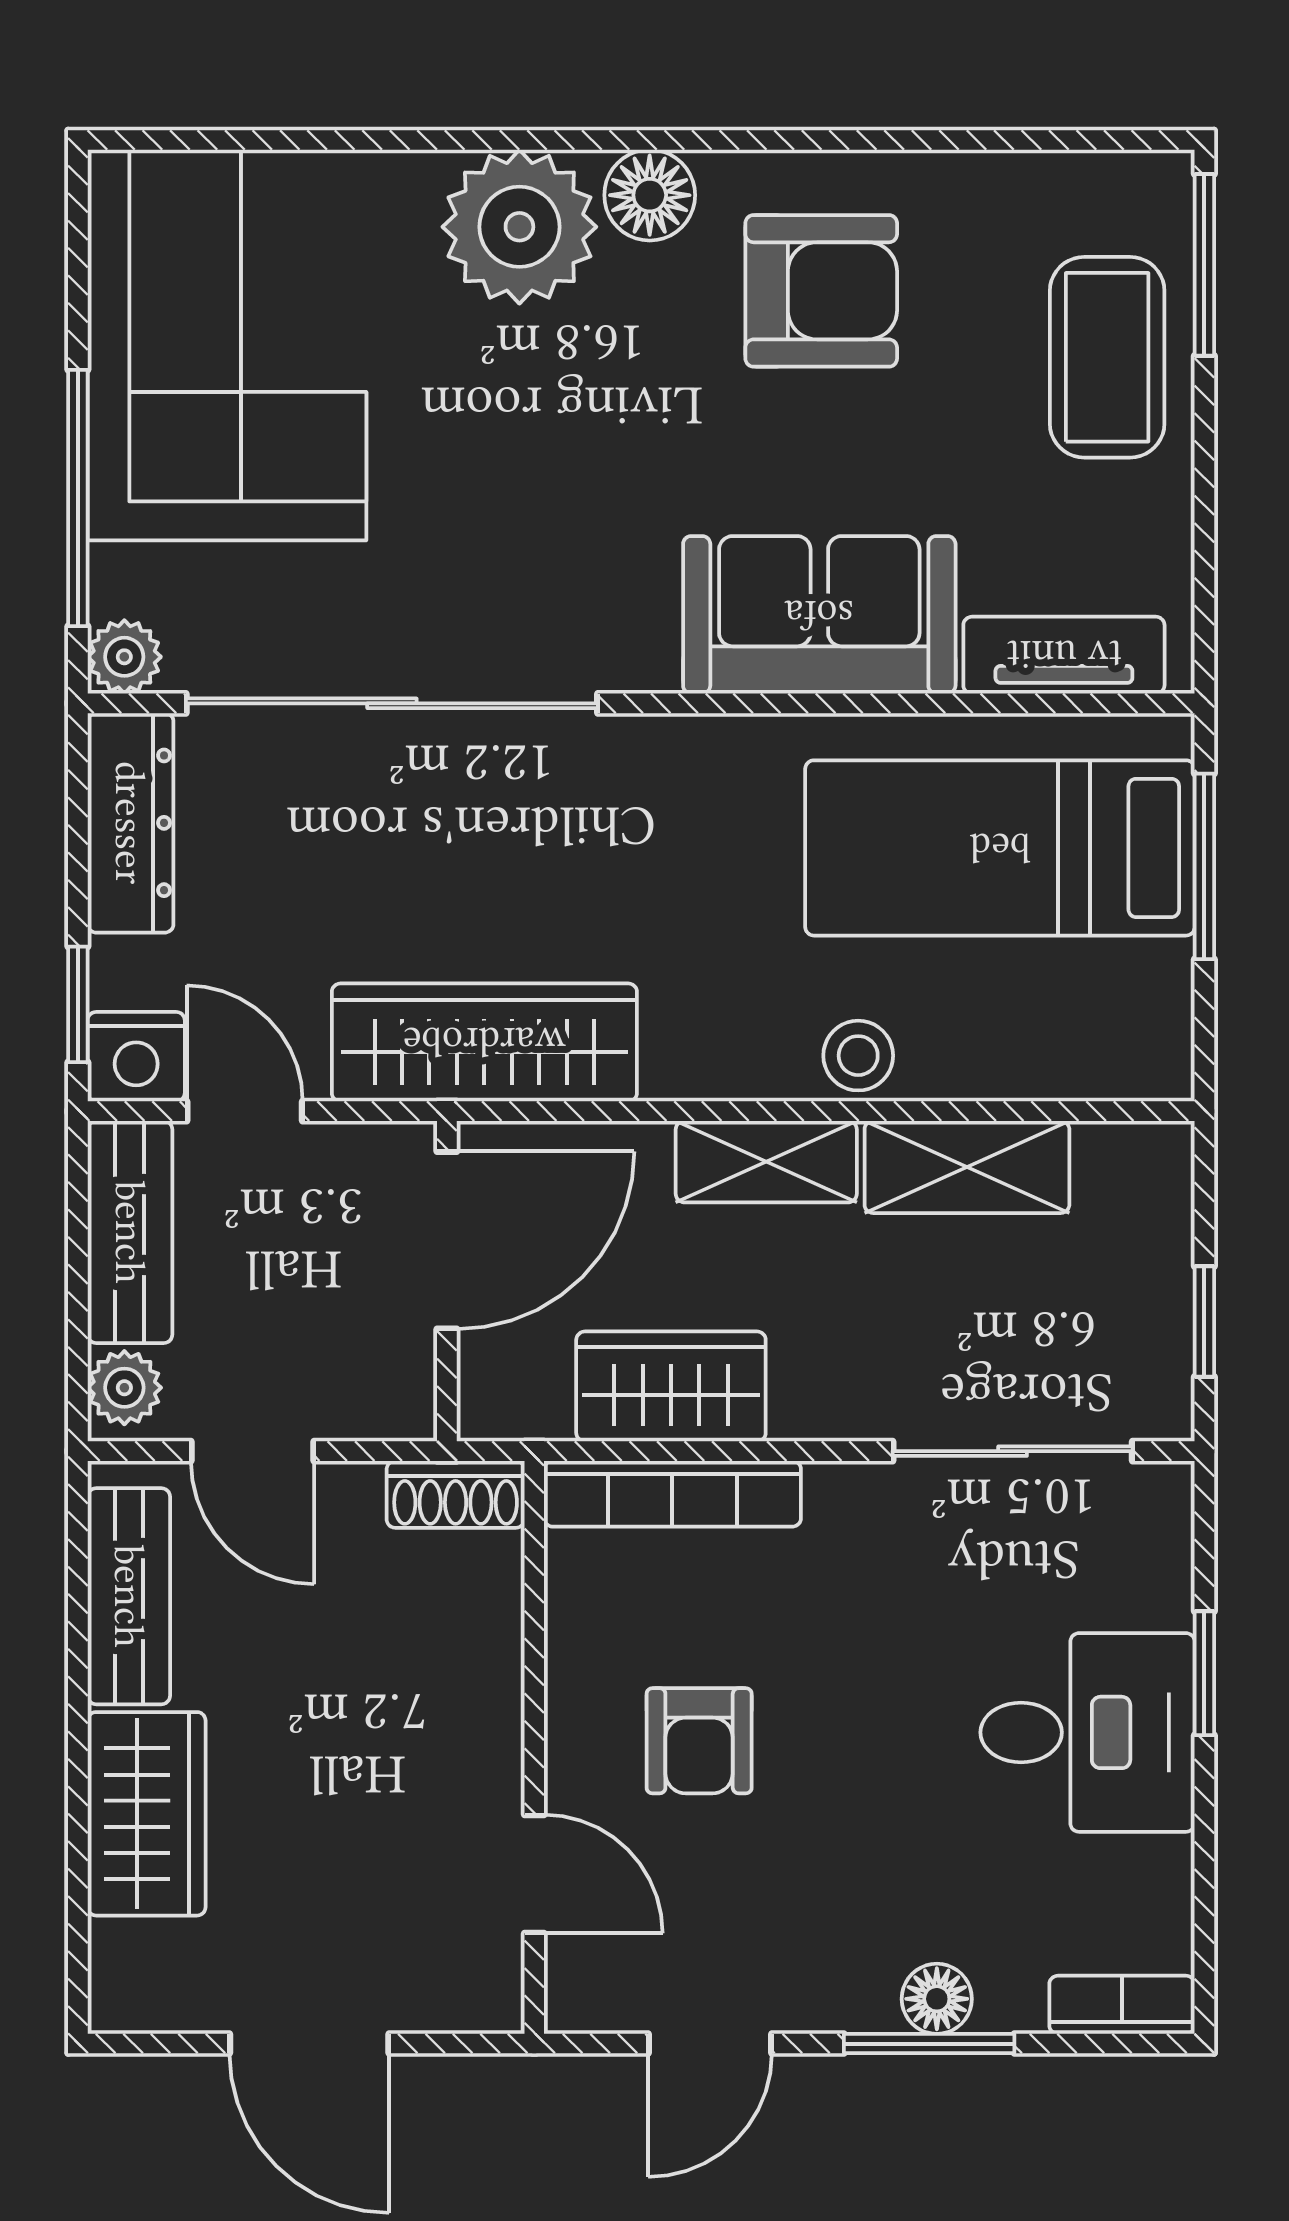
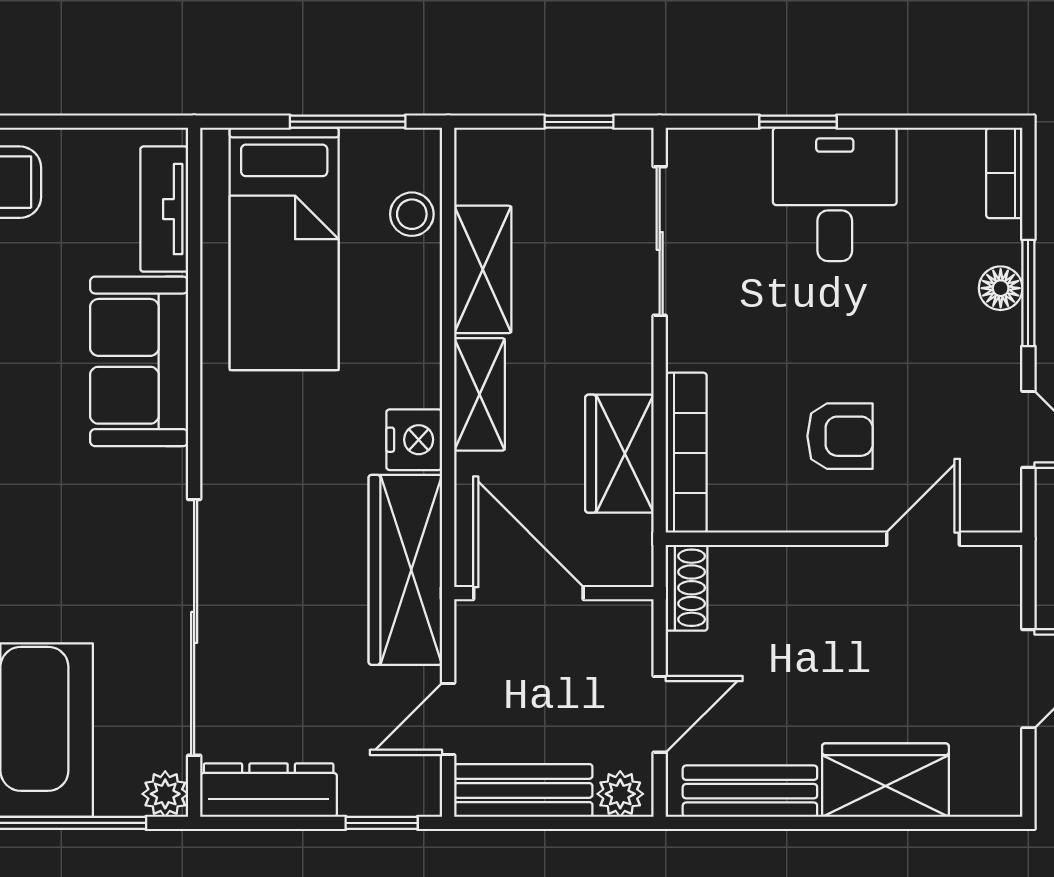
window: (1204, 866) -> (348, 122), moved
stool: (858, 1056) -> (412, 214), moved
nightstand: (136, 1057) -> (414, 440), moved

